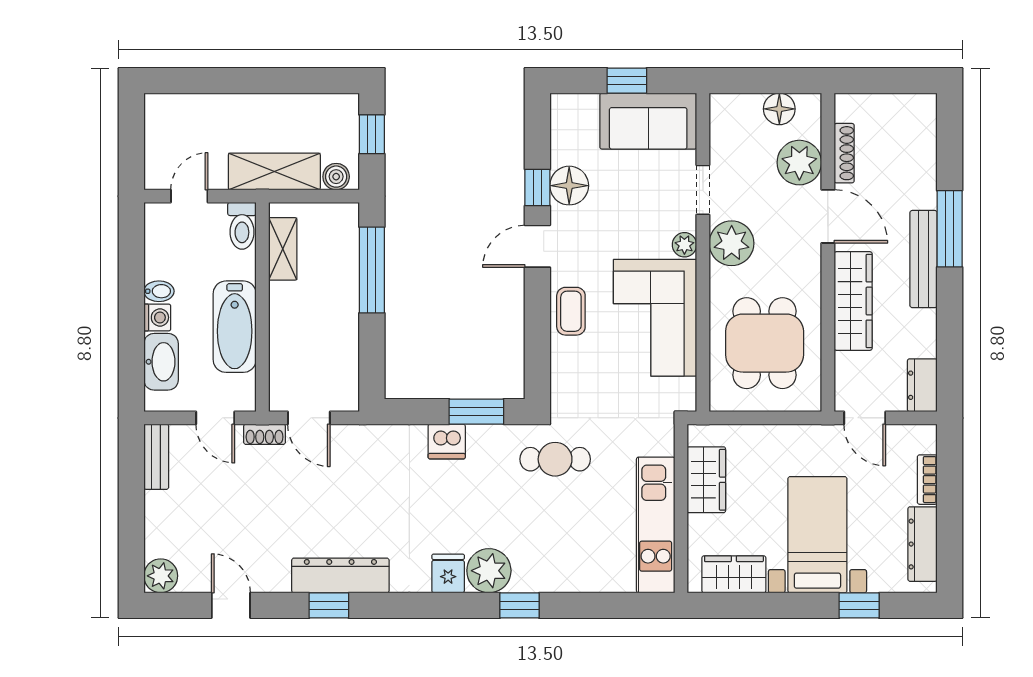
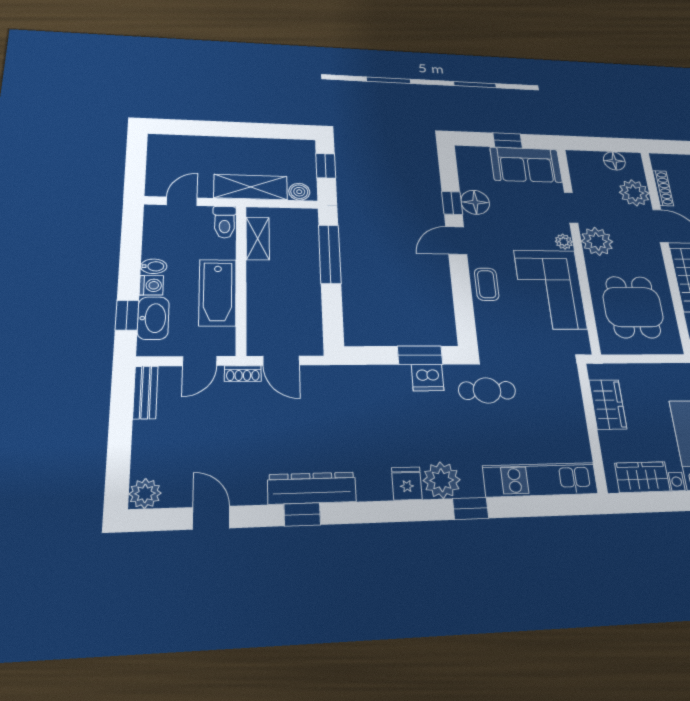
window: (131, 358) -> (127, 315), added
door: (215, 418) -> (200, 361), hinge flipped
dishwasher: (447, 442) -> (428, 378), moved
kitchen unit: (656, 525) -> (540, 480), moved, turned 90

